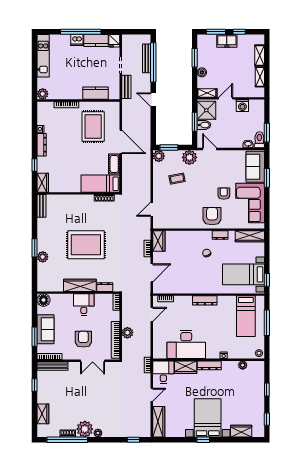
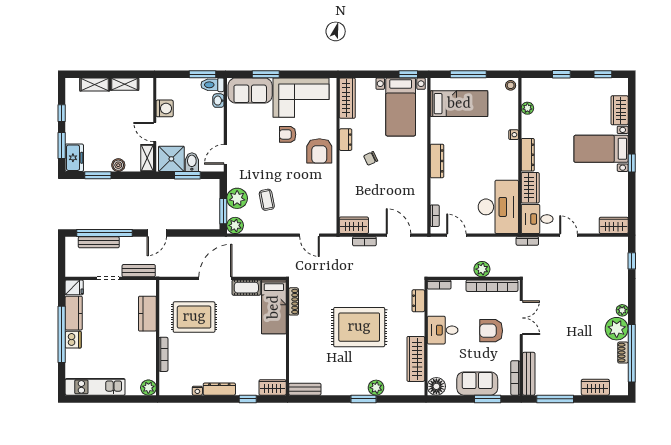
freezer: (227, 41) -> (74, 158), moved
plant: (189, 157) -> (237, 198), moved
armchair: (212, 216) -> (319, 151), turned -90
rug: (86, 245) -> (359, 327), turned 90
wardrobe: (80, 285) -> (416, 359), moved
desk: (186, 344) -> (498, 207), moved
window: (35, 385) -> (555, 399), width x2.17
bed with nightstands: (208, 418) -> (601, 149), width x0.73
wardrobe: (159, 422) -> (614, 225), width x0.67

